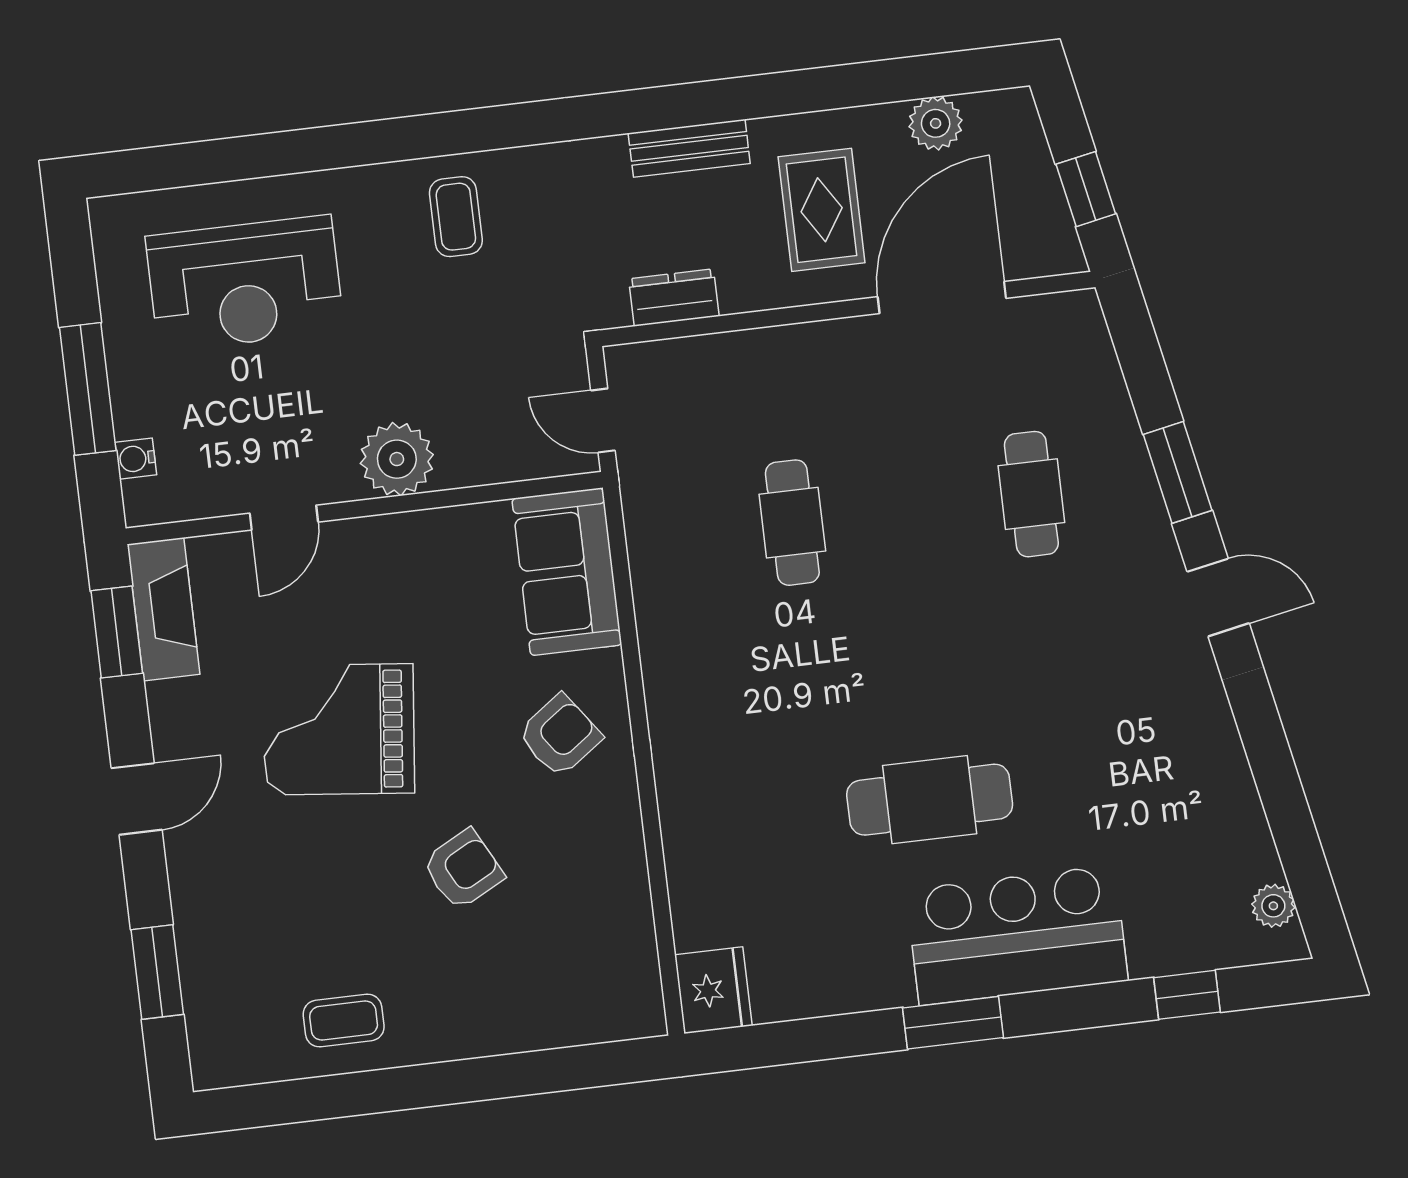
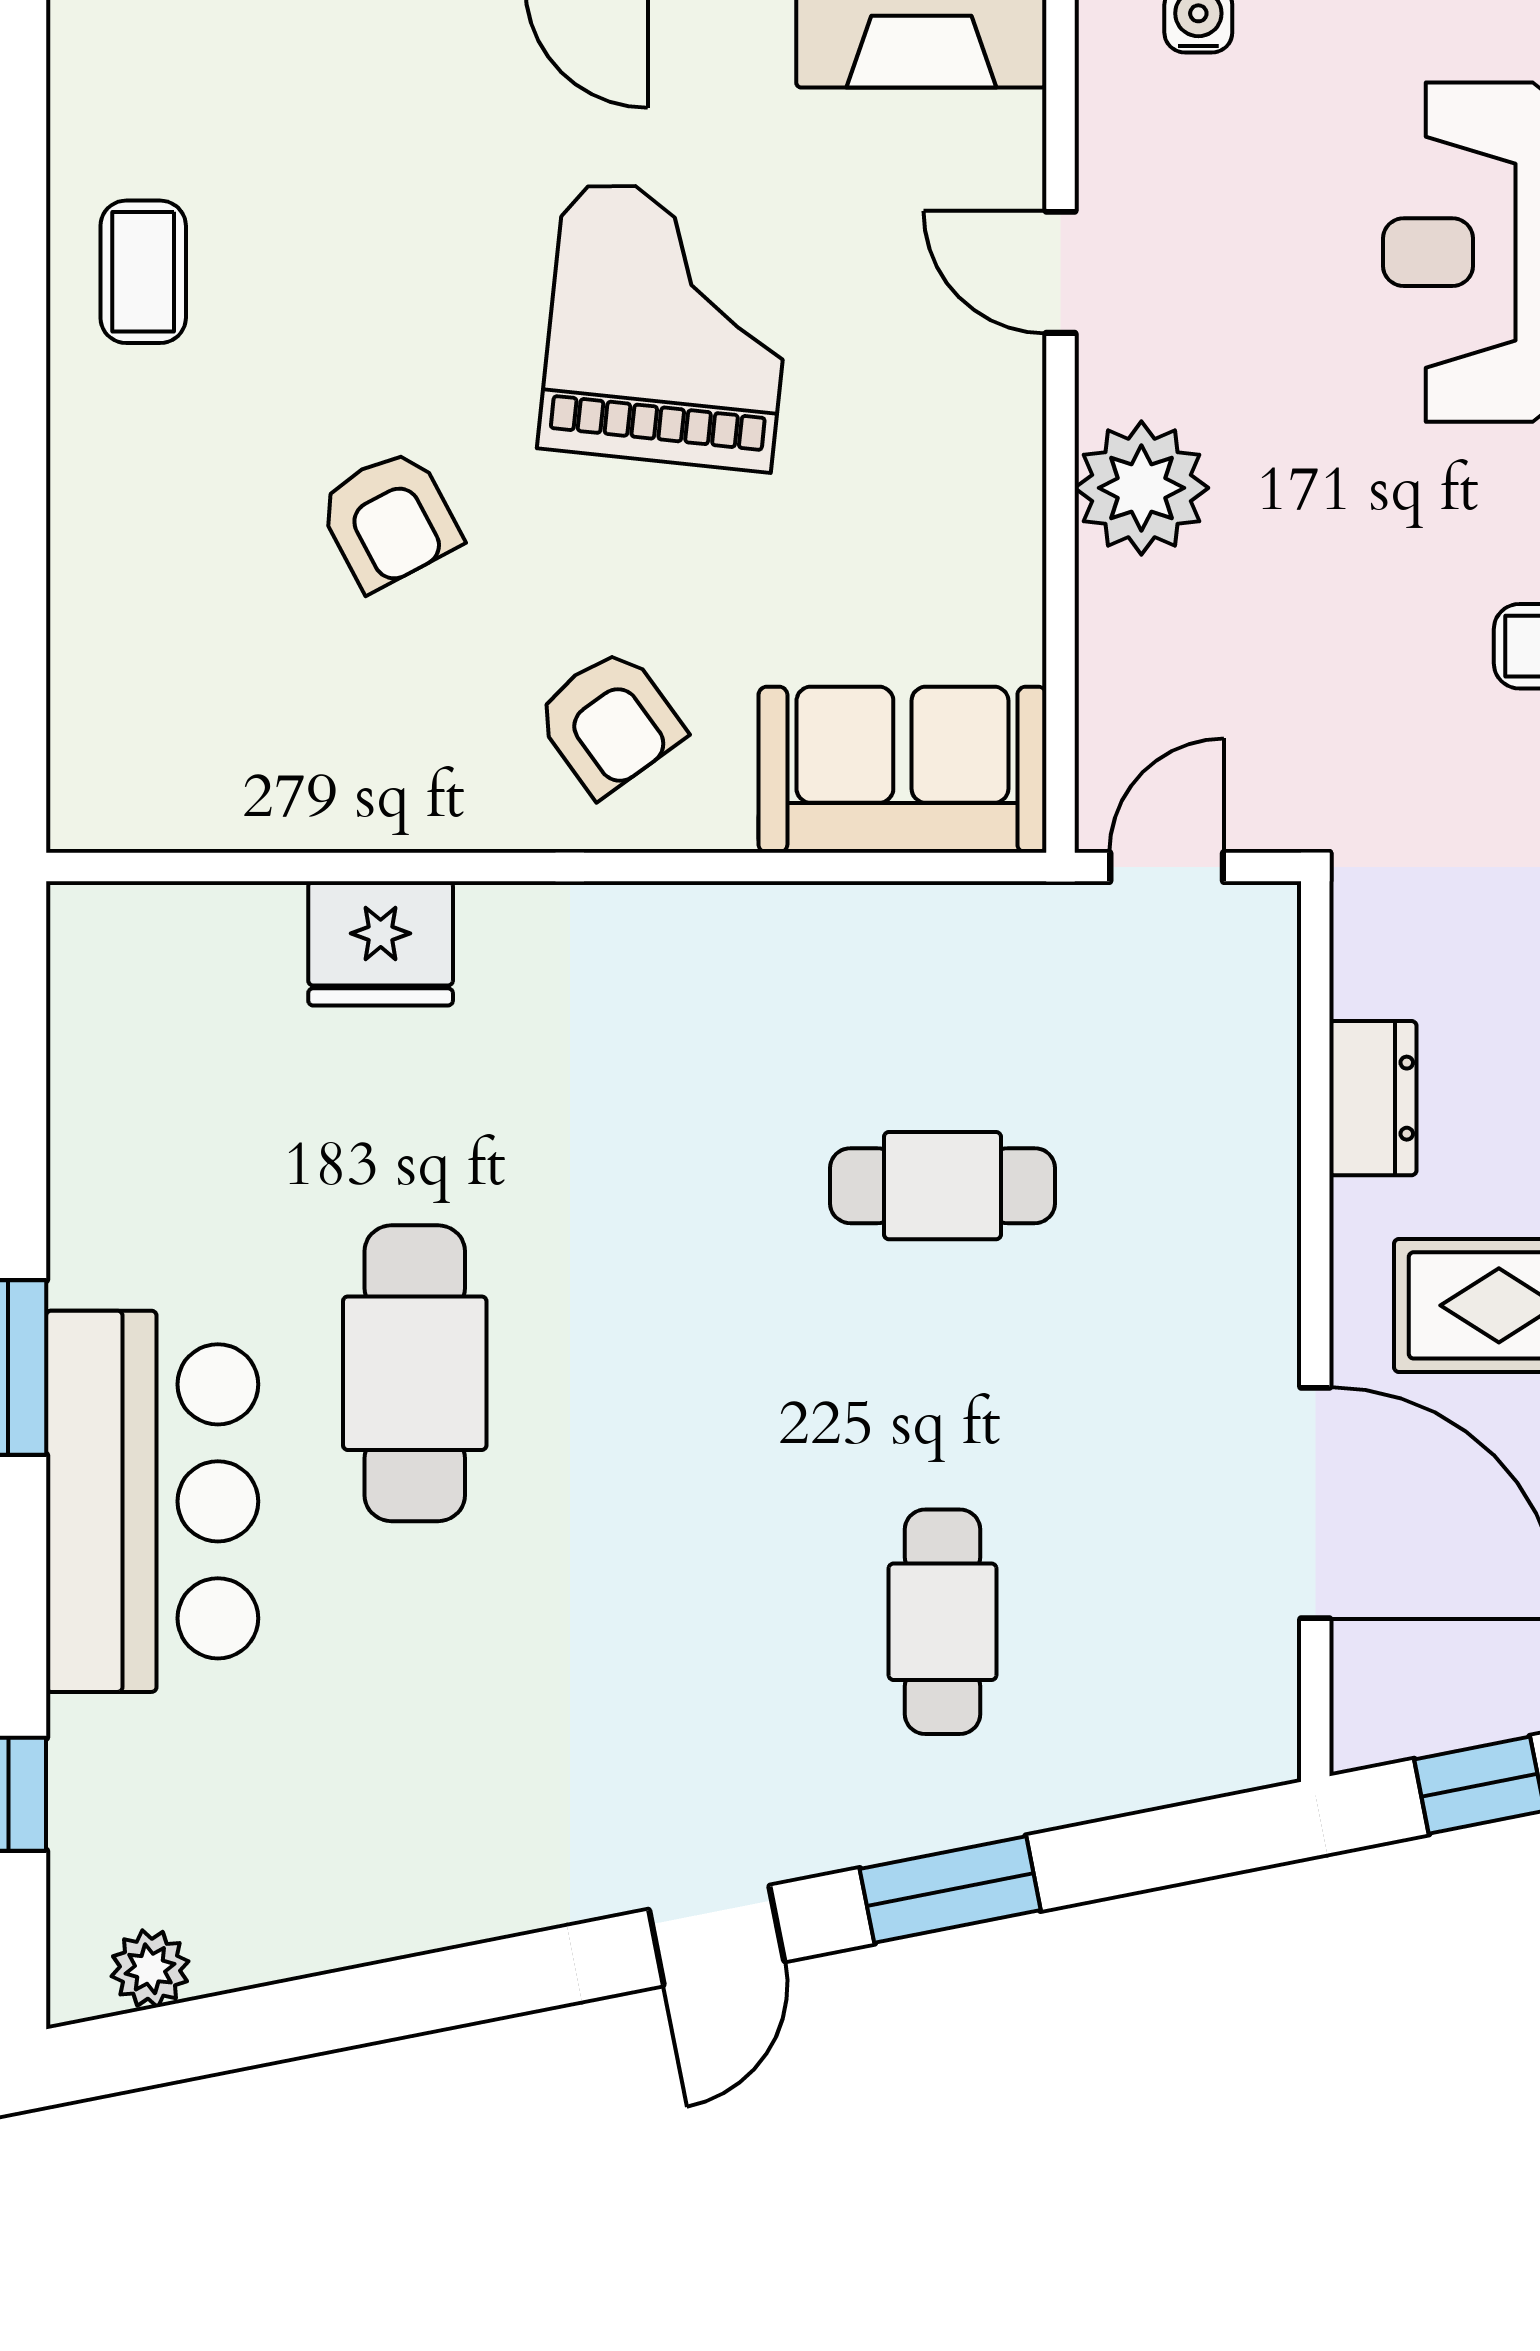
dresser: (674, 297) -> (1373, 1098), moved
cafe table: (1031, 494) -> (943, 1622), turned 90
fridge: (713, 990) -> (381, 943), moved

